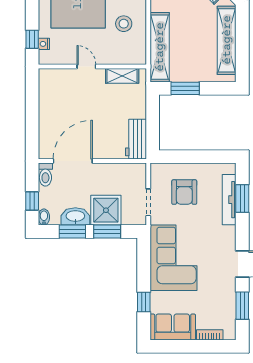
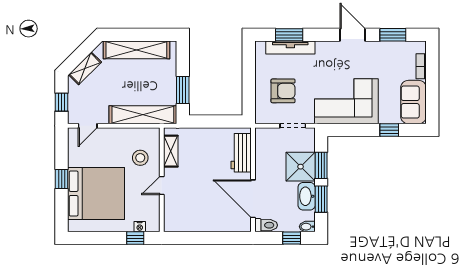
stool: (124, 24) -> (140, 158), moved
workbench: (136, 139) -> (241, 153), moved, turned 90

